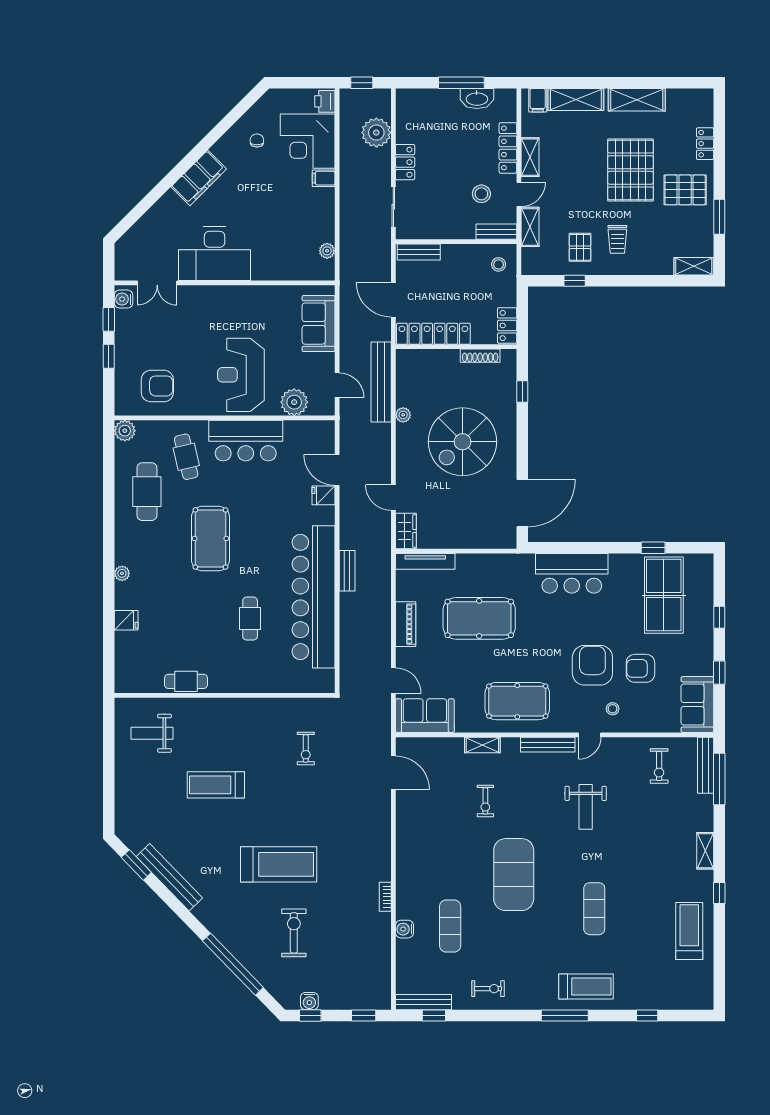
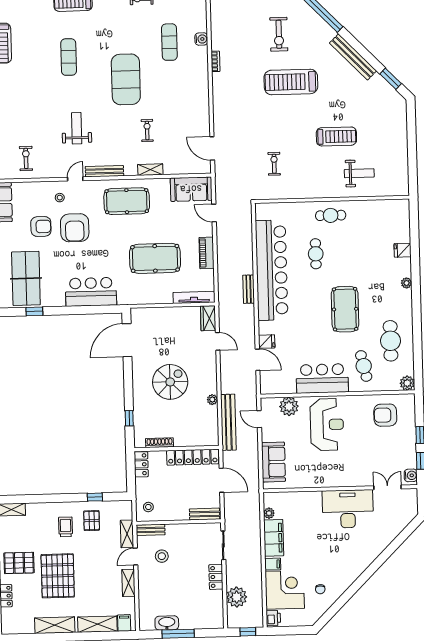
locker: (508, 148) -> (144, 589), removed
filing cabinet: (199, 178) -> (274, 538), moved, turned 135
spiral stairs: (462, 442) -> (170, 382), width x0.73, depth x0.73
cafe table: (186, 681) -> (331, 215), moved
weight bench: (152, 733) -> (359, 173), moved
bench: (169, 877) -> (353, 57), moved

